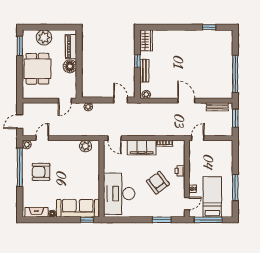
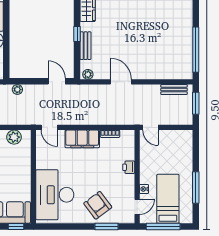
door: (186, 101) -> (121, 82), moved
door: (198, 138) -> (150, 127), swing flipped
armchair: (158, 183) -> (98, 205), moved

